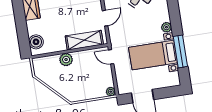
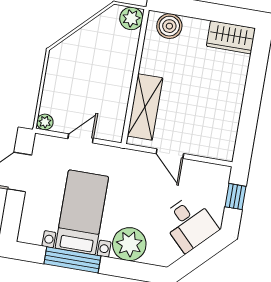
plant: (166, 27) -> (129, 244), width x1.88, depth x1.88
door: (111, 57) -> (81, 138), moved
plant: (66, 60) -> (131, 18), moved

